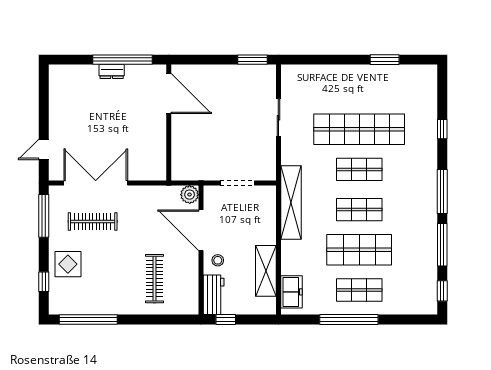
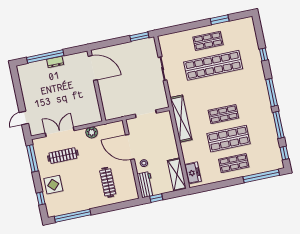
window: (123, 60) -> (45, 56), moved
shop shelf: (359, 169) -> (208, 41), moved
double door: (96, 183) -> (60, 132), width x0.73
plant: (190, 195) -> (92, 132), moved
shelving: (266, 271) -> (177, 174), moved
window: (349, 319) -> (261, 176), moved

